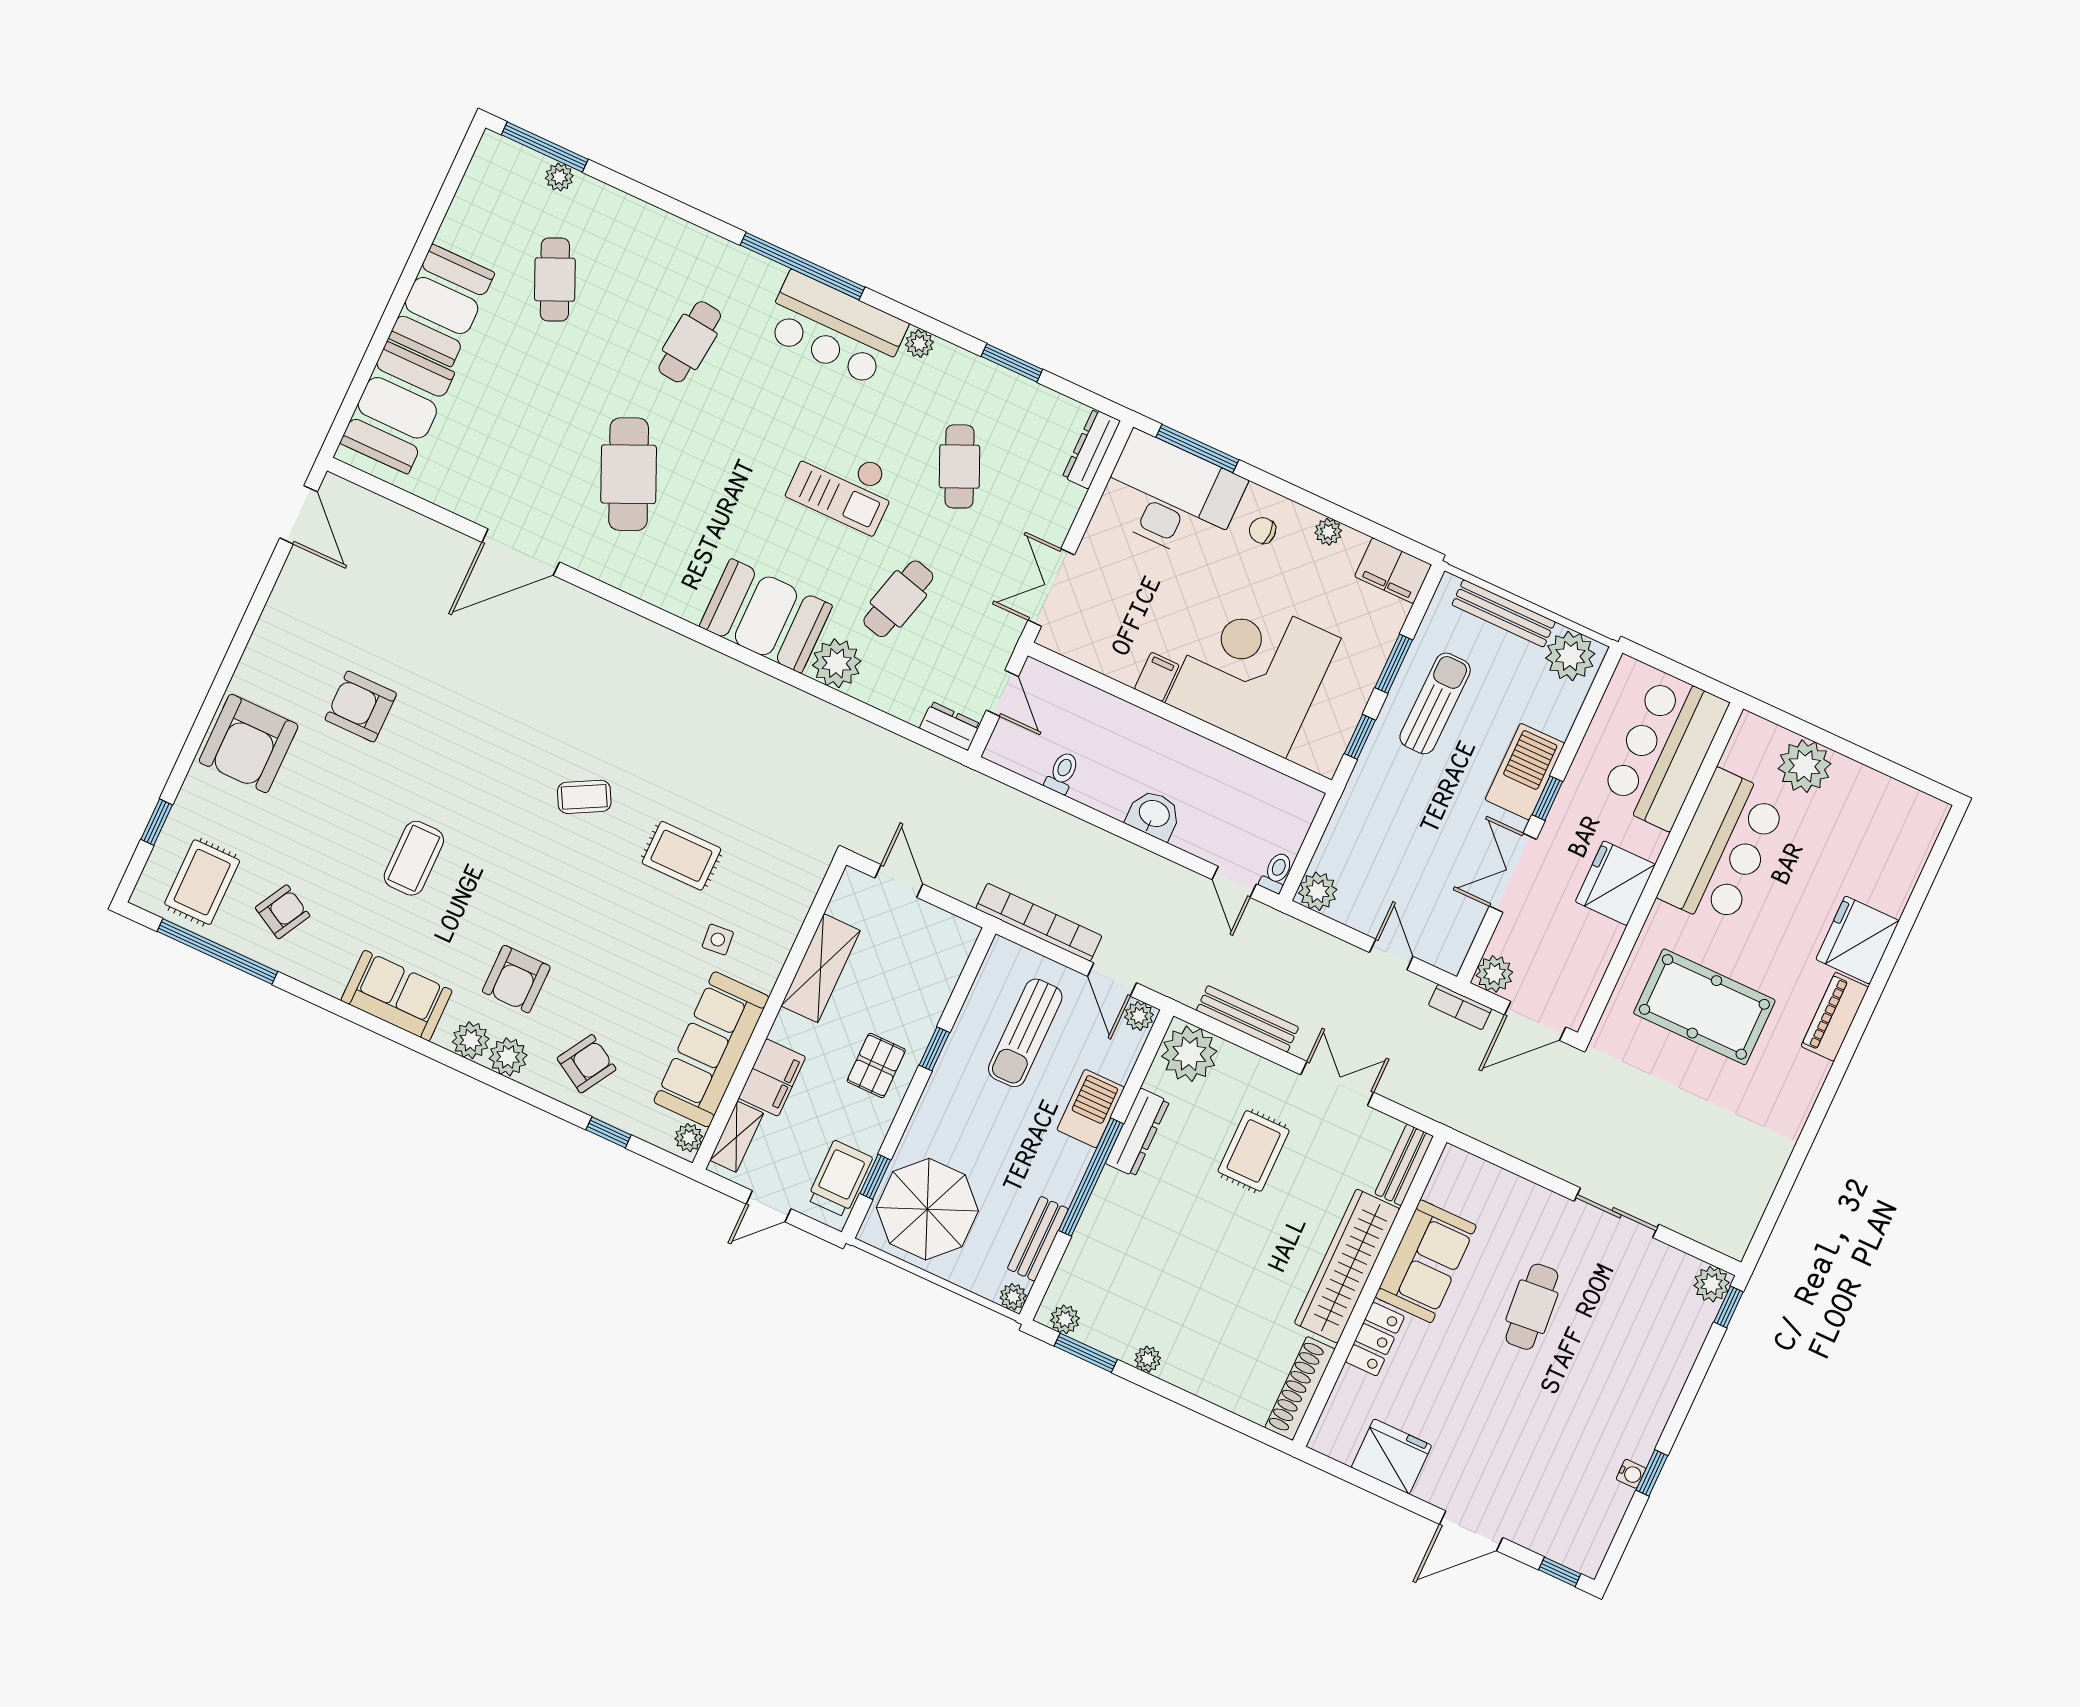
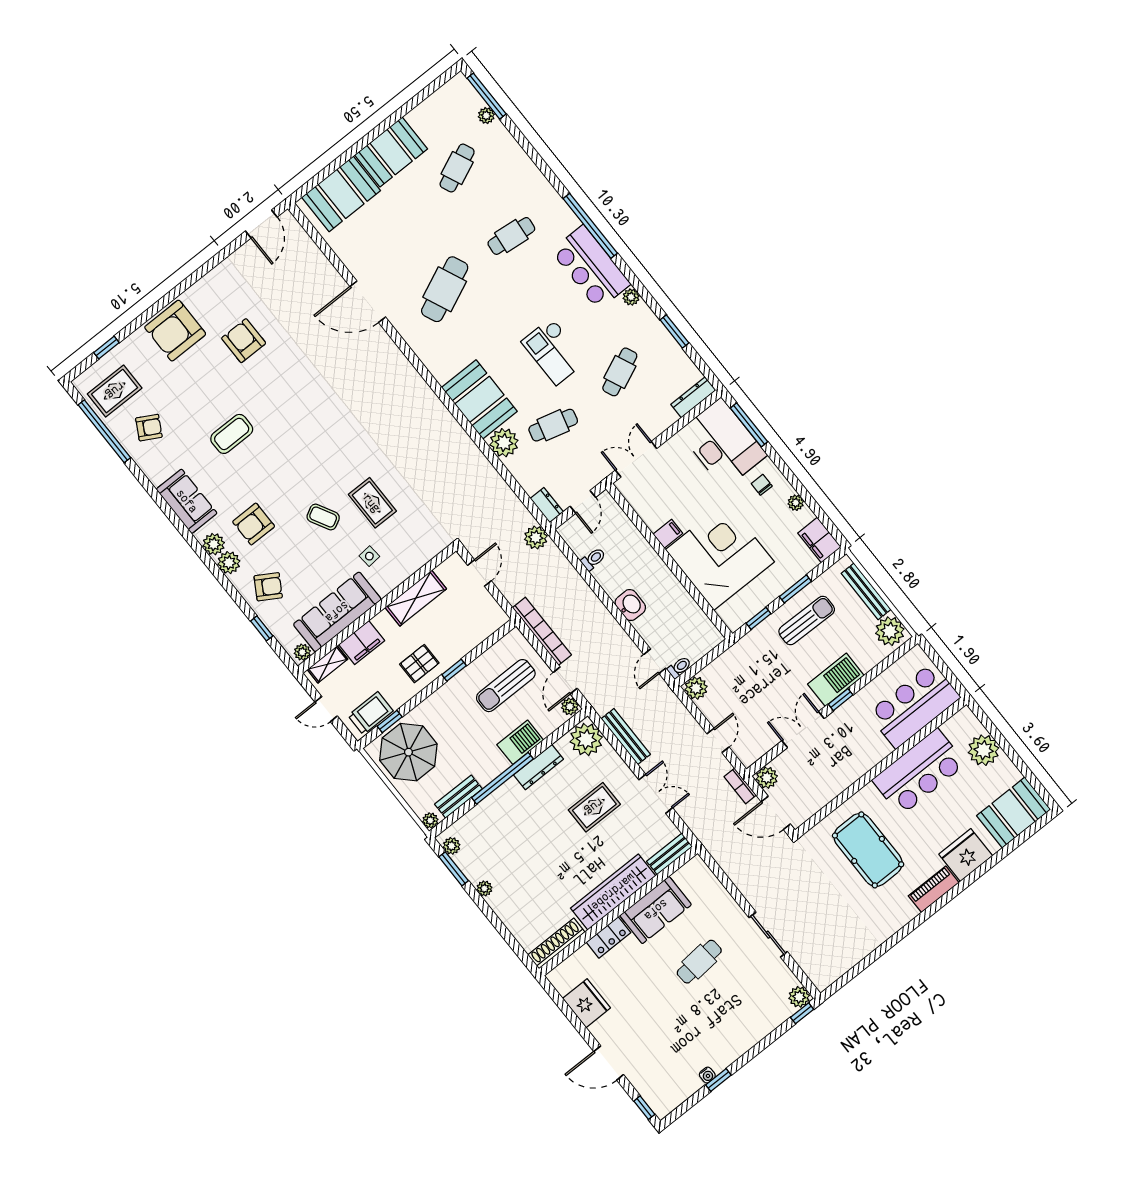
plant: (958, 784) -> (536, 538), added
coffee table: (584, 797) -> (323, 517), moved
booth: (1898, 838) -> (1014, 813), added
fridge: (1615, 883) -> (854, 762), removed

